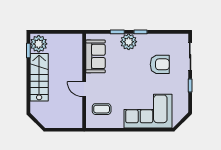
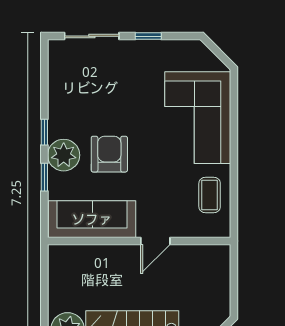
sofa: (95, 56) -> (92, 219), width x1.36
armchair: (160, 64) -> (109, 154), moved
coffee table: (102, 109) -> (210, 195), moved

